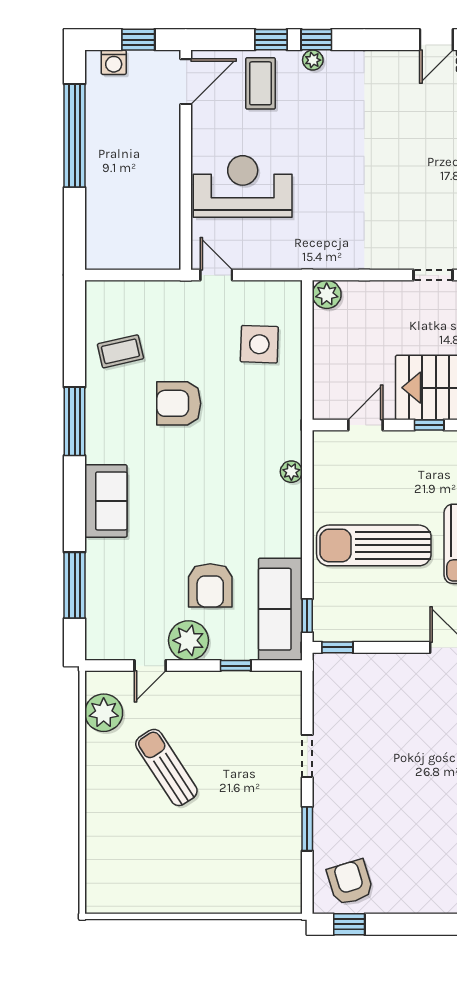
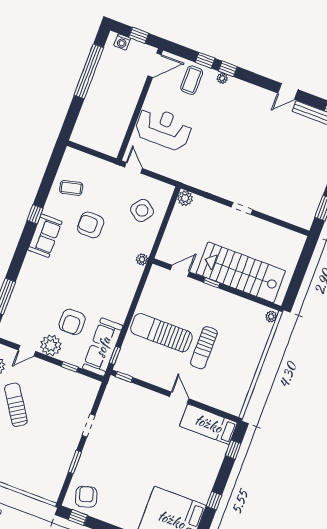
side table: (259, 344) -> (142, 210), turned 35
window: (75, 421) -> (35, 214), width x0.46
plant: (291, 472) -> (142, 259), moved
sofa: (106, 501) -> (45, 236), moved

